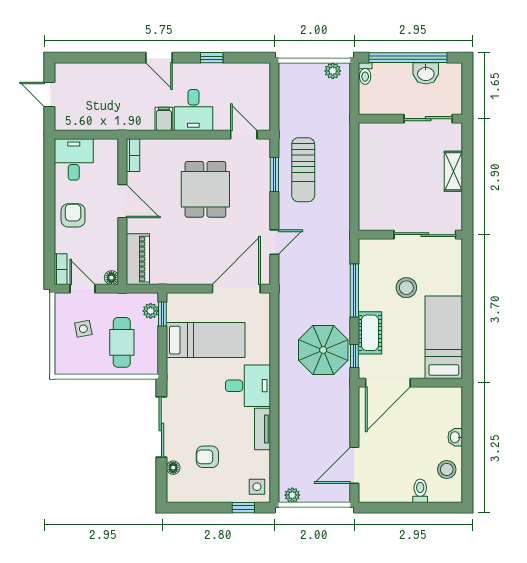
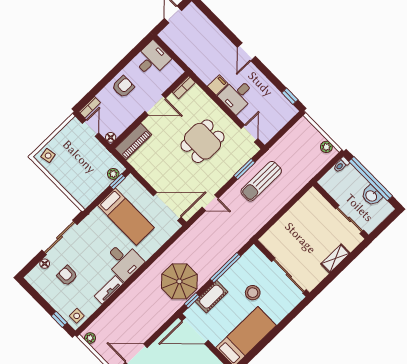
window: (212, 58) -> (290, 96), moved
door: (122, 201) -> (155, 105), hinge flipped
side table: (83, 329) -> (48, 156), moved
cafe table: (122, 342) -> (83, 175), removed

